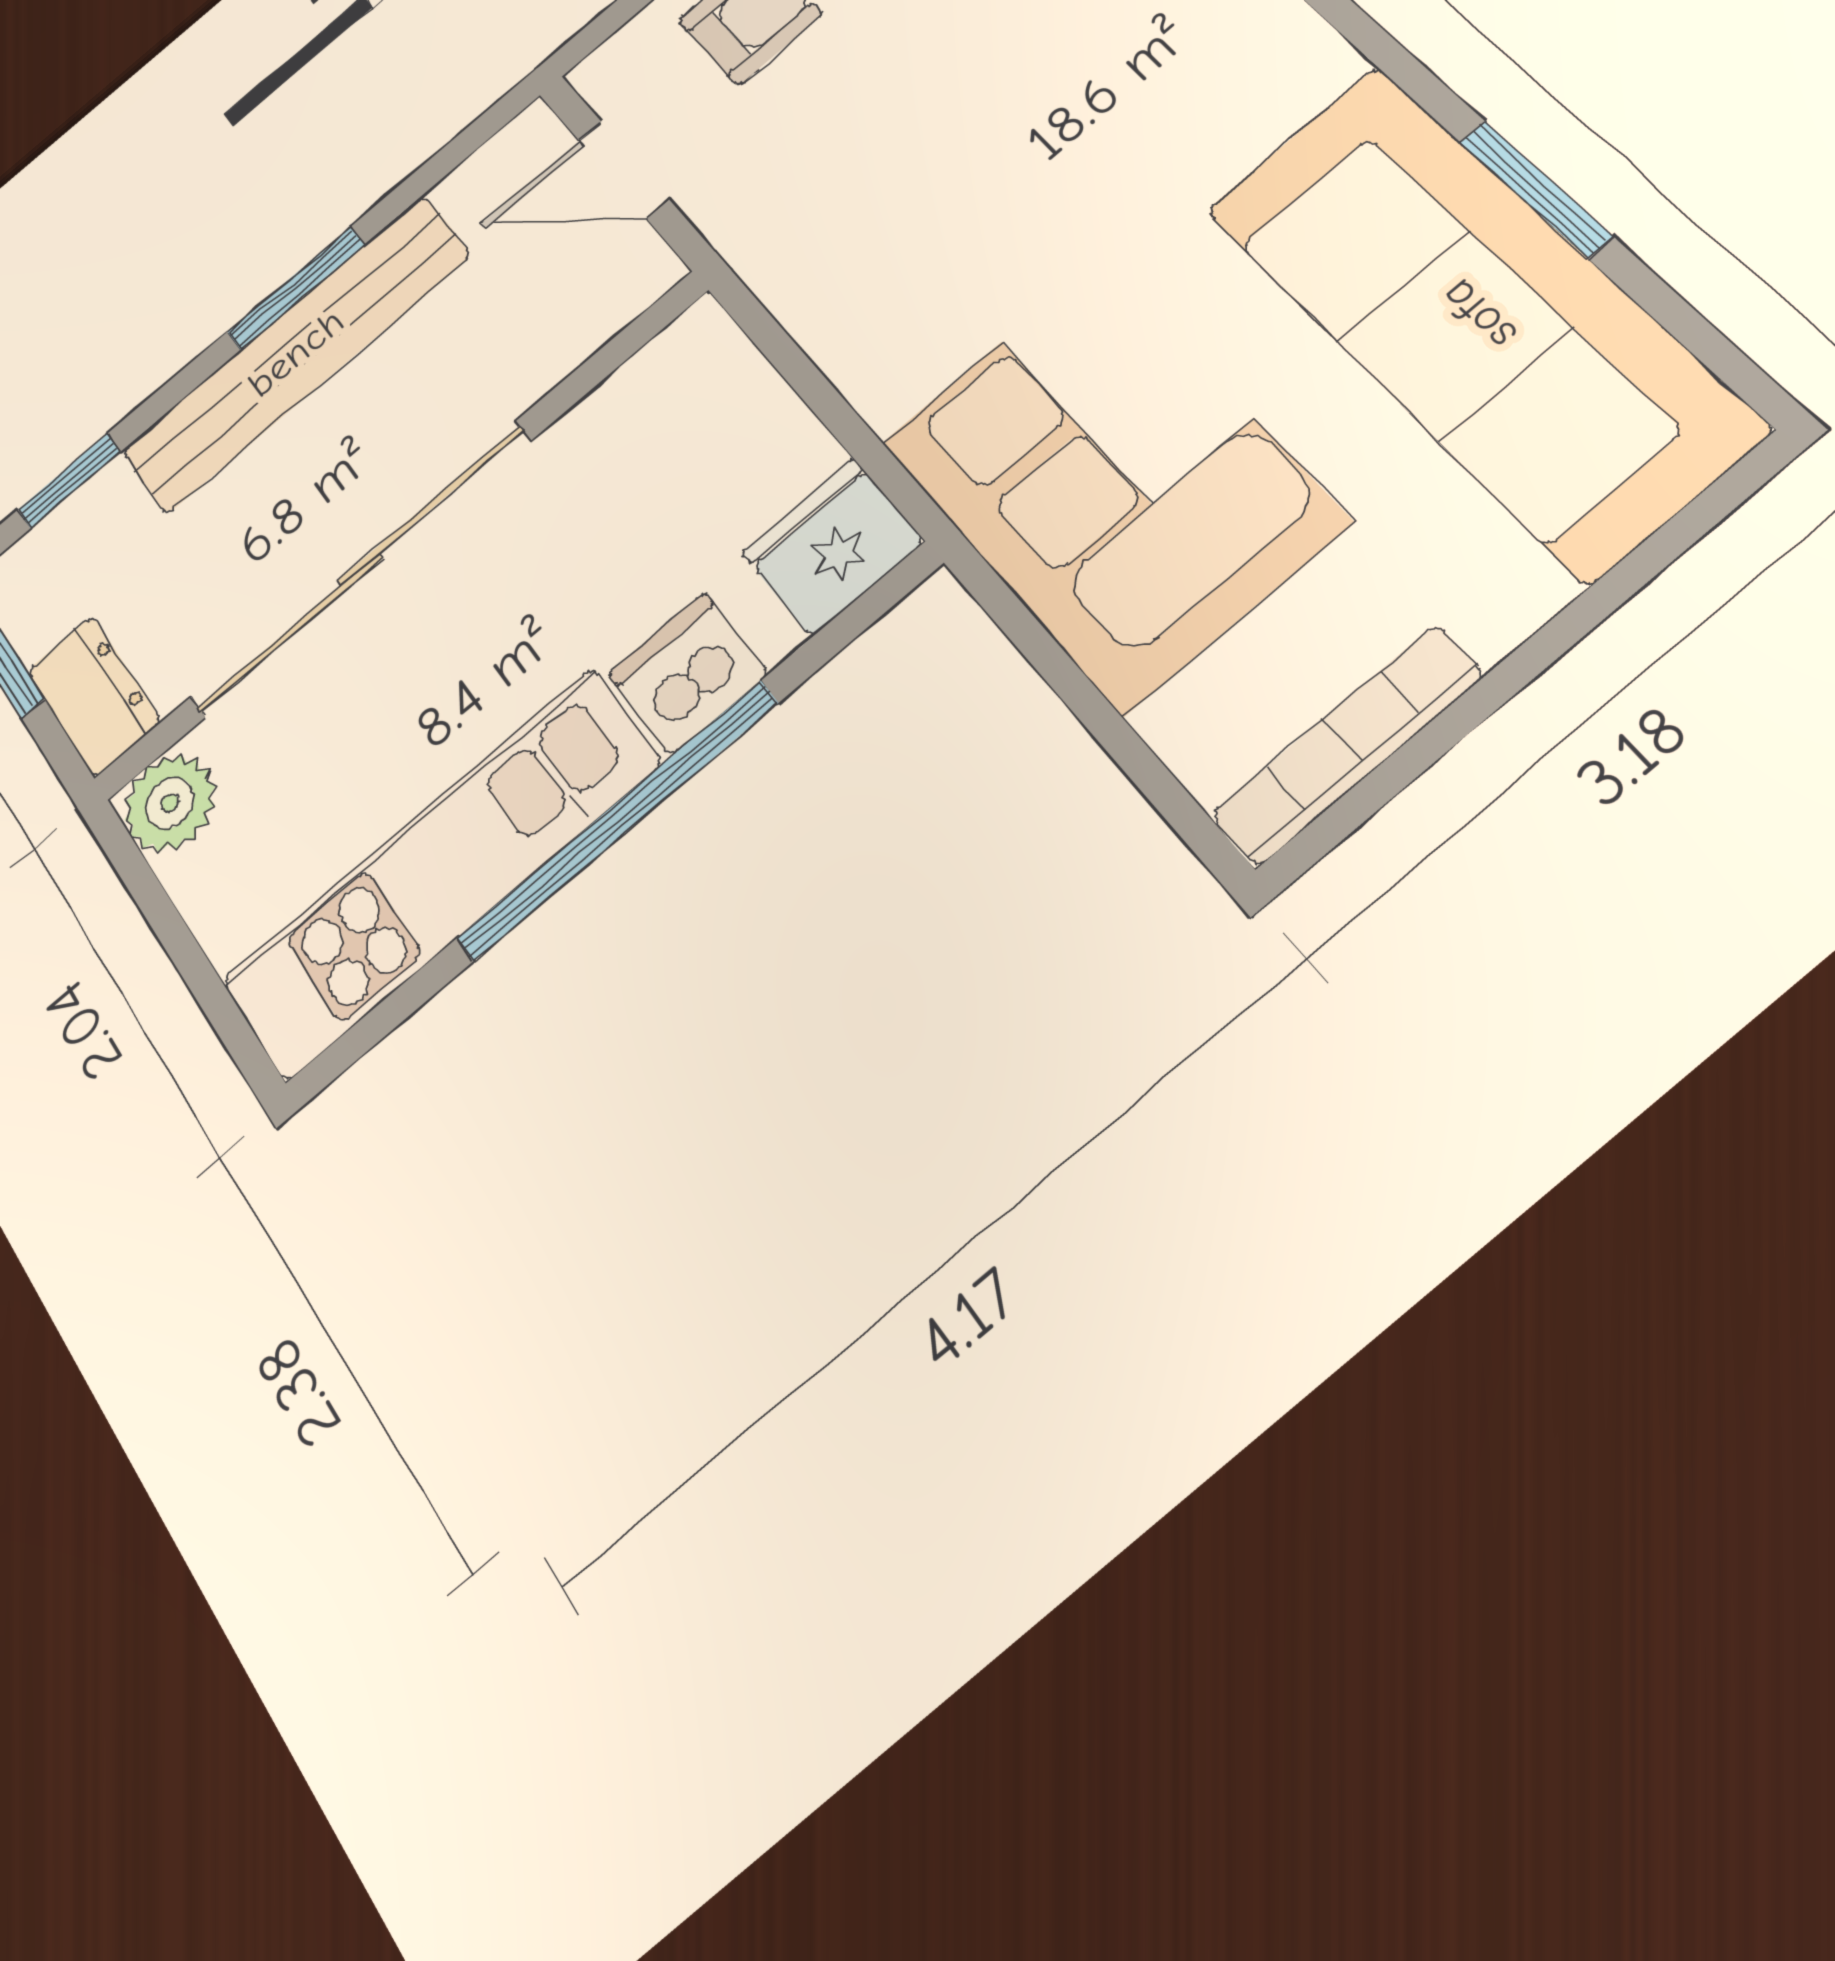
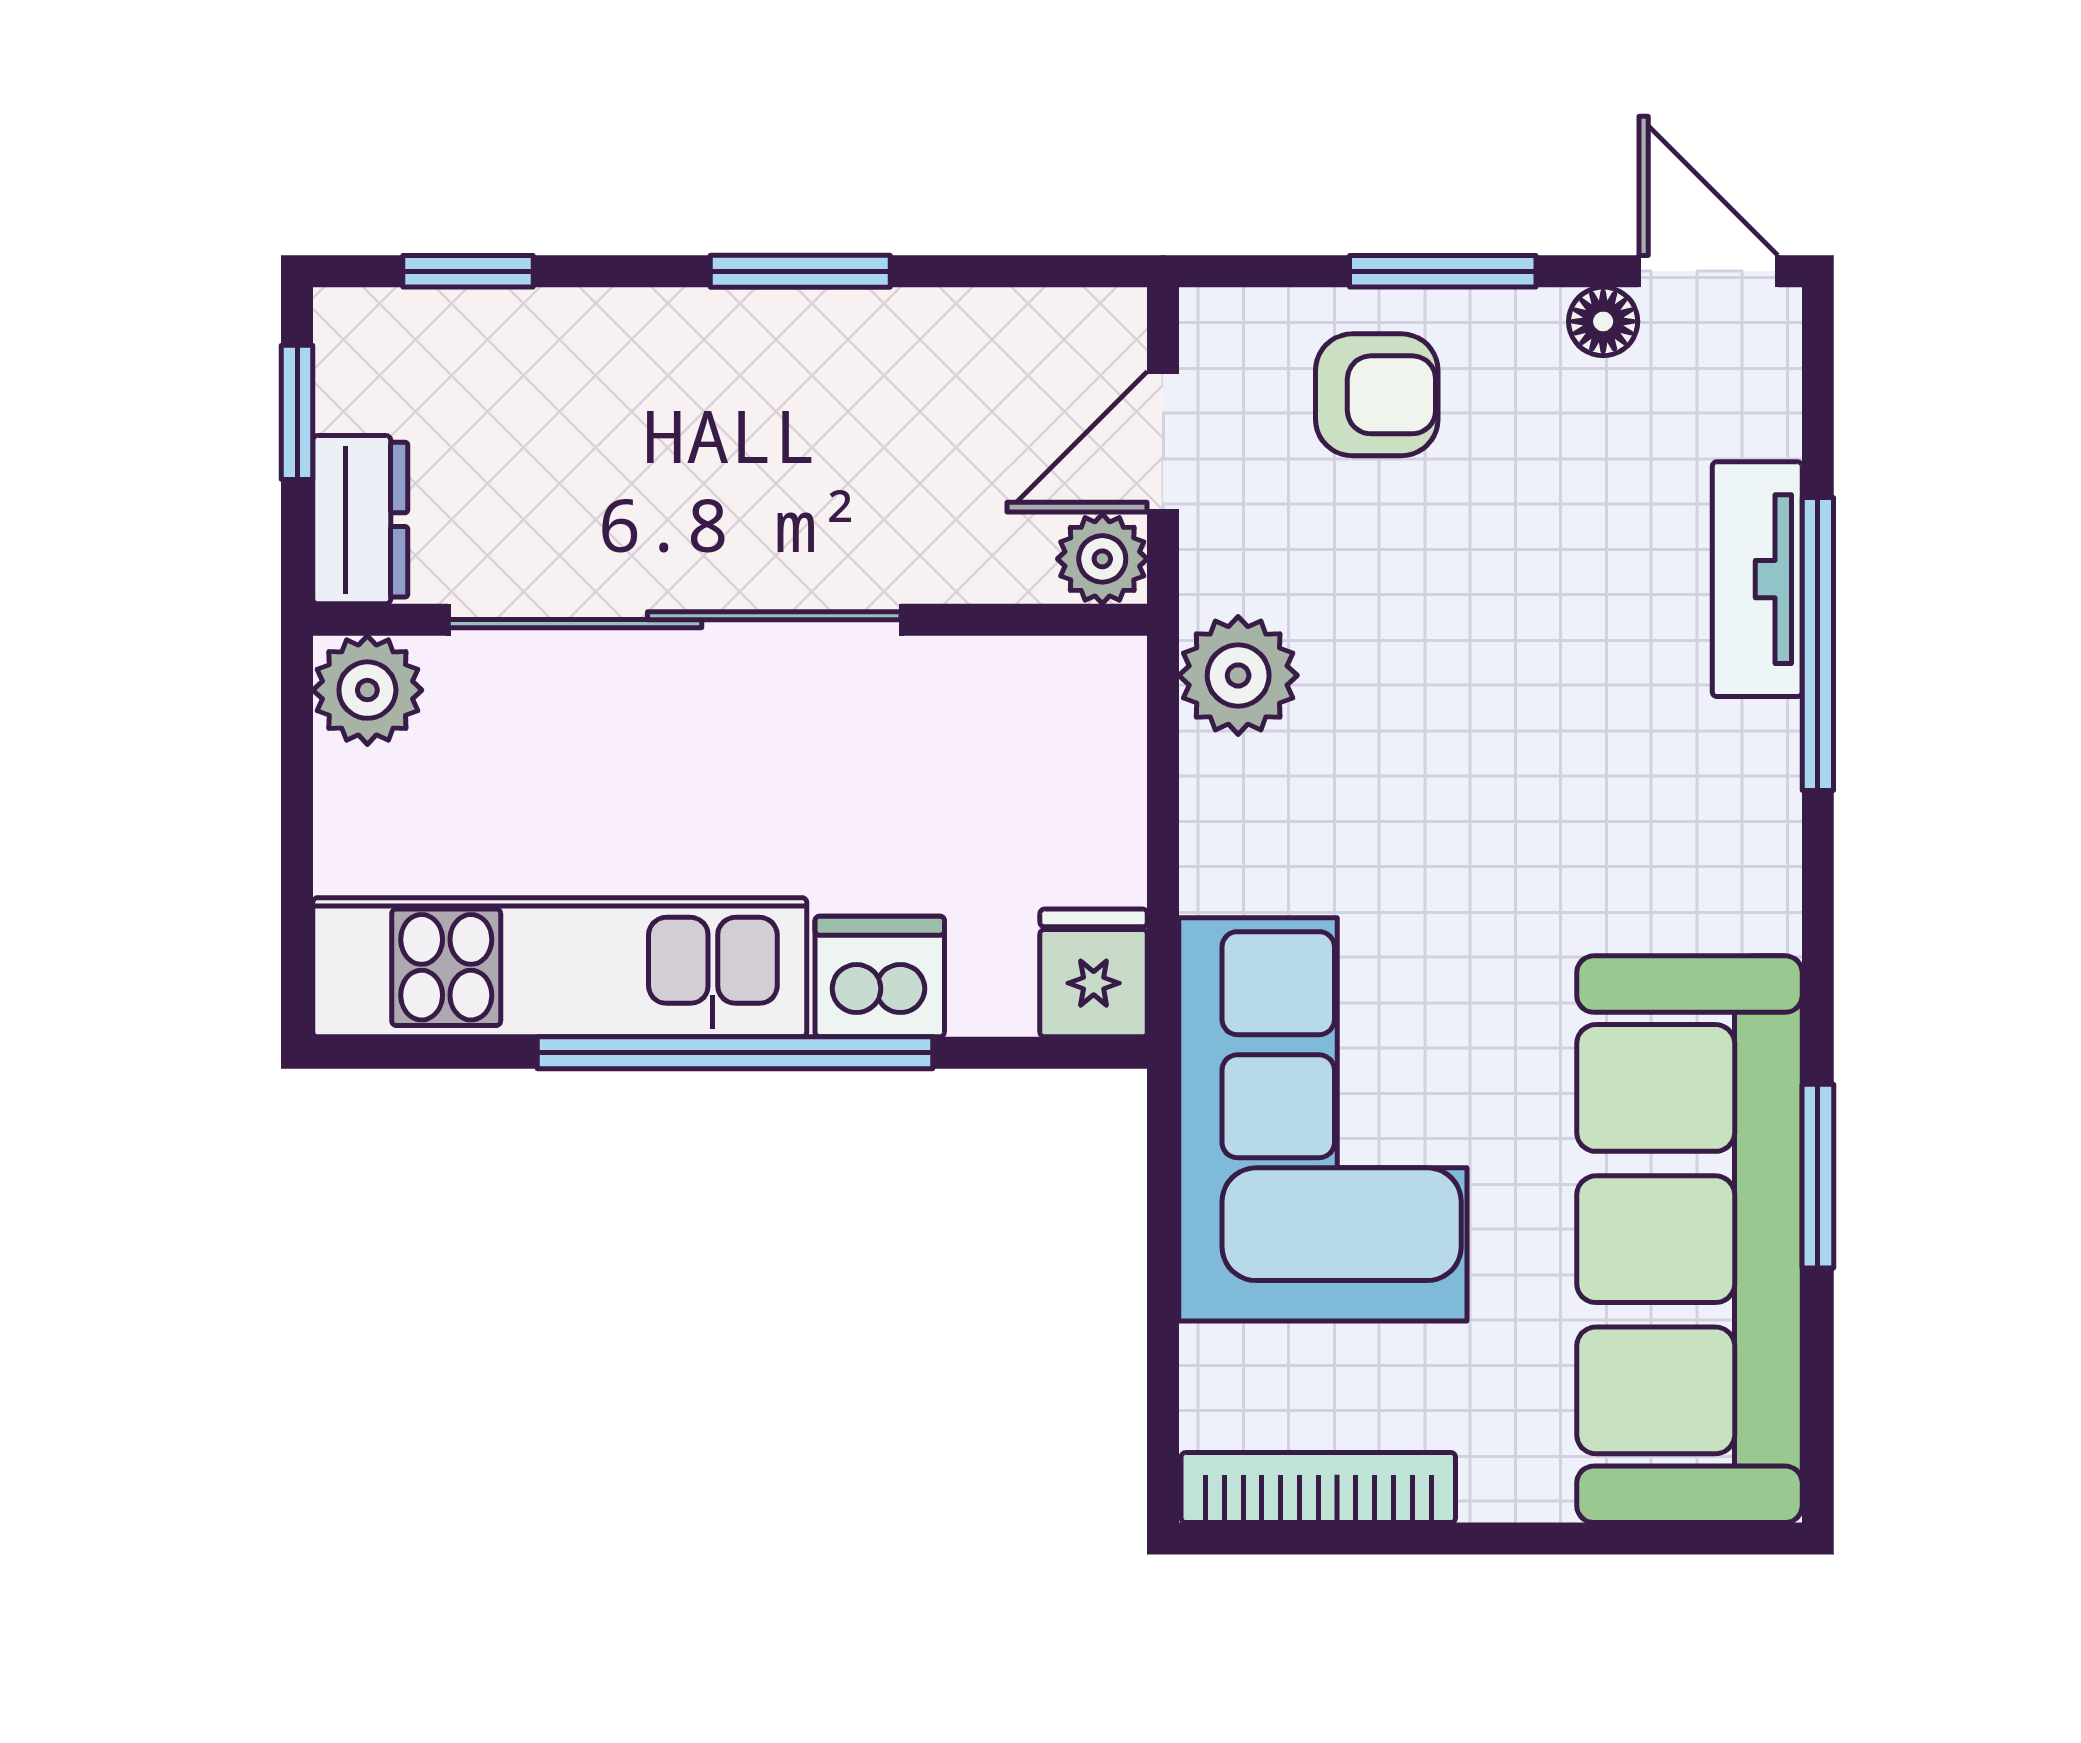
door: (624, 170) -> (1163, 442), hinge flipped
plant: (795, 258) -> (1238, 675), added
plant: (638, 273) -> (1102, 559), added
bench: (296, 353) -> (757, 342), removed
fridge: (833, 547) -> (1094, 973), width x0.72

